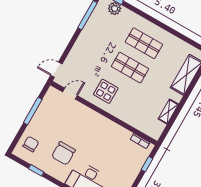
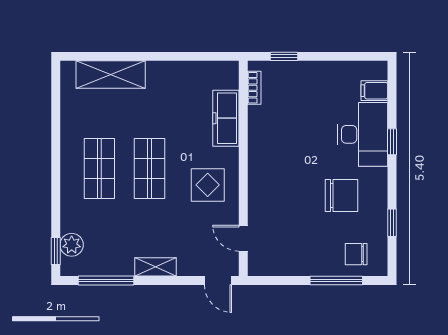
window: (33, 111) -> (336, 281), moved
shelving: (168, 112) -> (155, 267), moved
freezer: (133, 119) -> (226, 118), added

